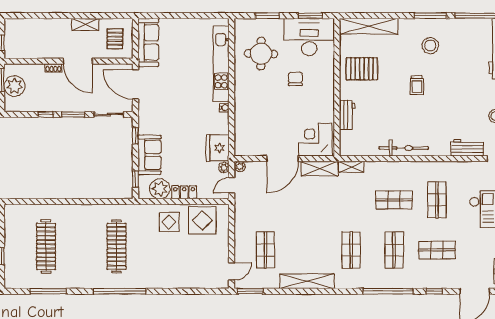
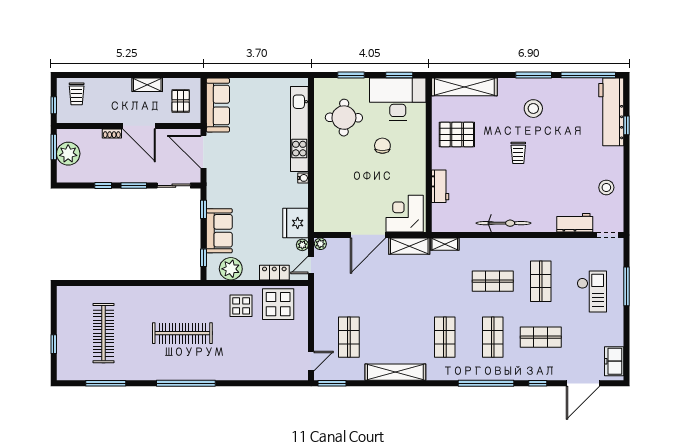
trolley: (22, 32) -> (77, 94), added
locker: (184, 192) -> (274, 273), moved
clothes rail: (117, 246) -> (182, 333), turned 90

